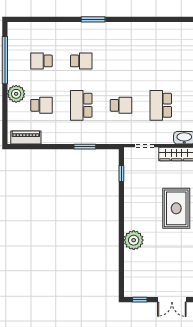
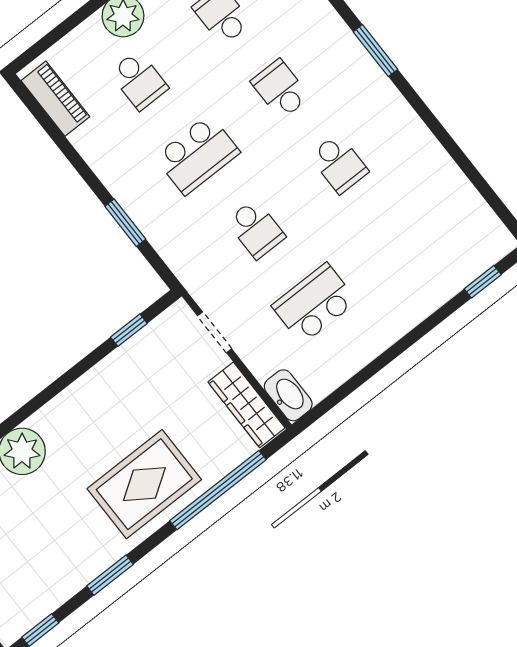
school desk: (81, 61) -> (280, 89), turned 180
school desk: (121, 61) -> (339, 164), added
school desk: (81, 105) -> (197, 155), turned 180

